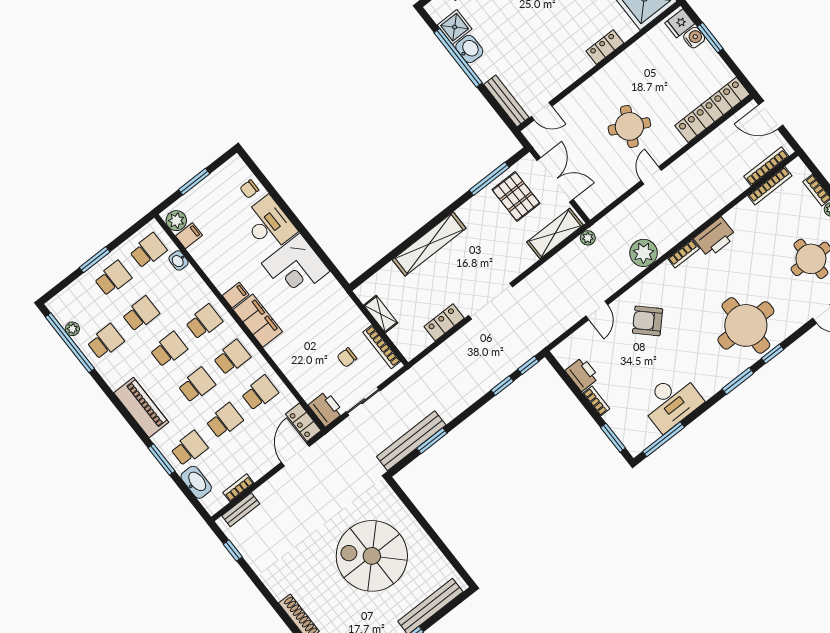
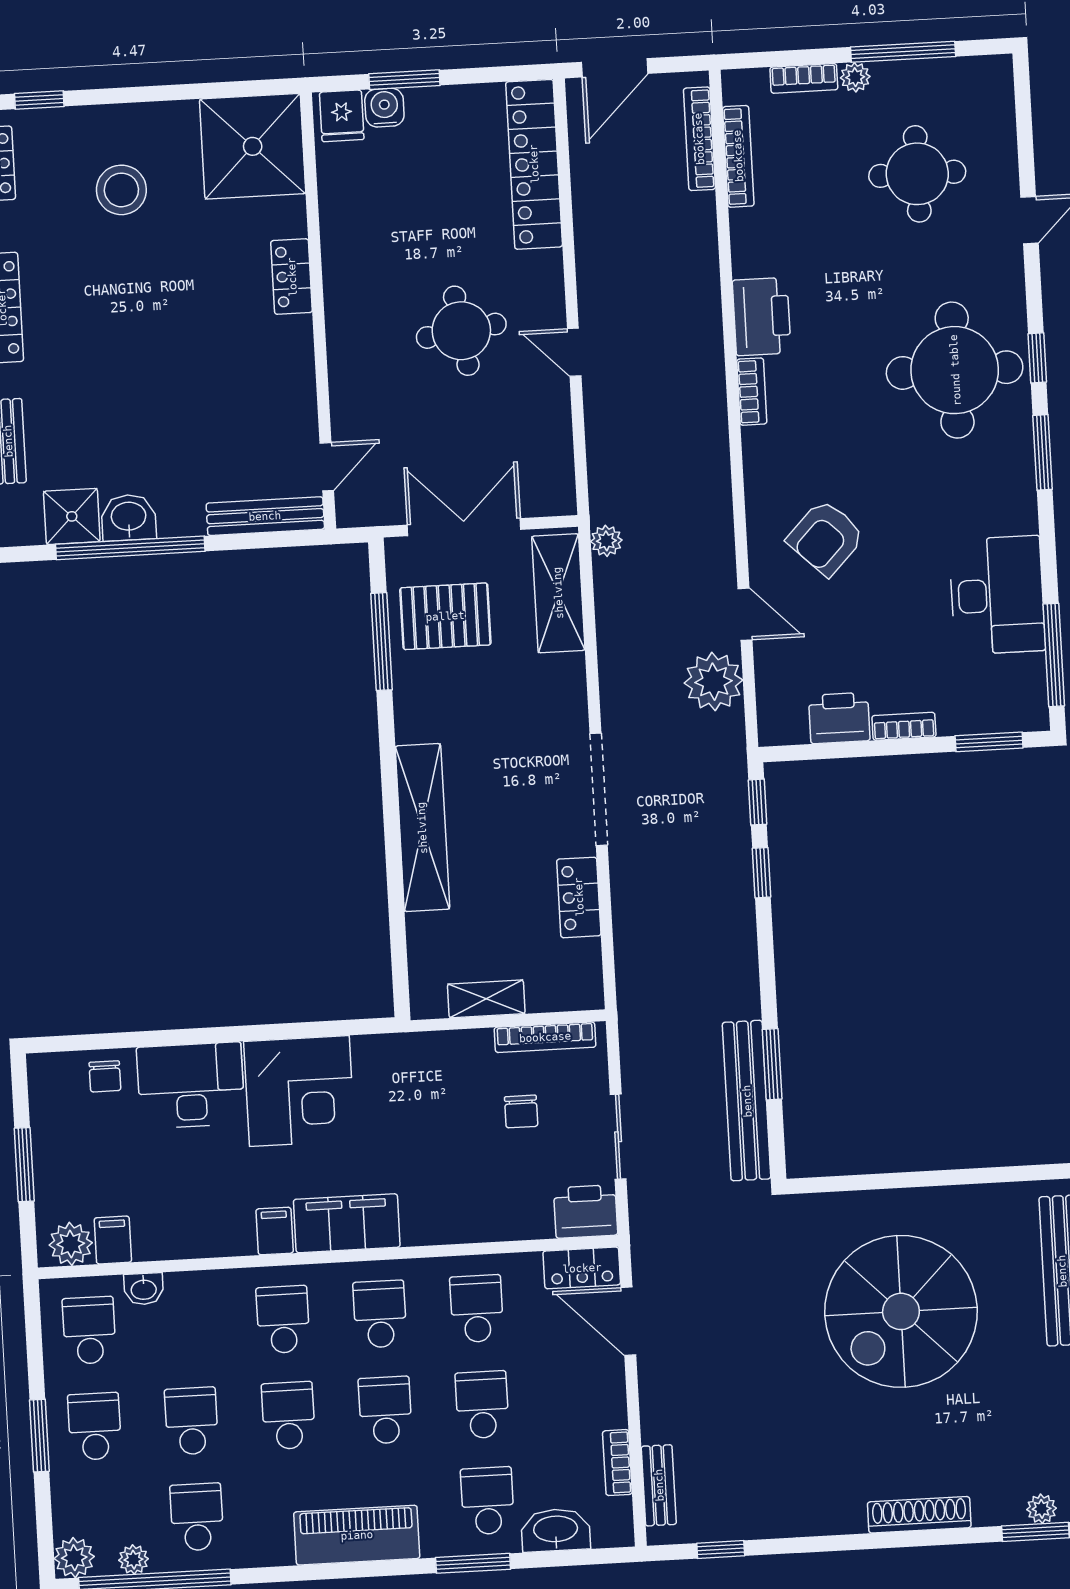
round table: (629, 126) -> (461, 331), turned -34
plant: (643, 253) -> (714, 682), moved
plant: (57, 306) -> (74, 1558), added

